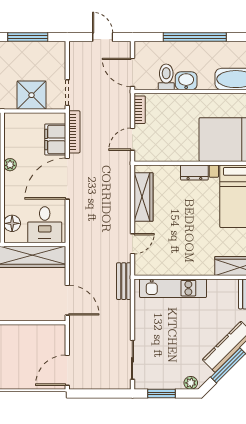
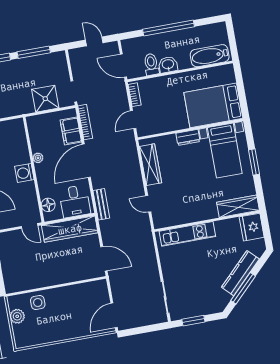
door: (132, 244) -> (148, 204), swing flipped
bench: (124, 281) -> (101, 204), moved
plant: (191, 383) -> (216, 308), removed

